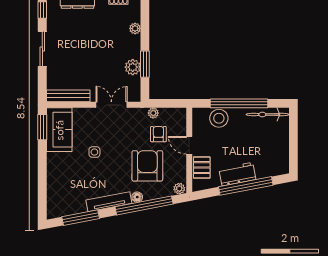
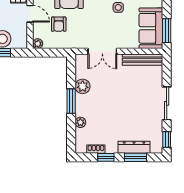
window: (145, 64) -> (71, 101), moved
plant: (153, 113) -> (38, 44), moved

